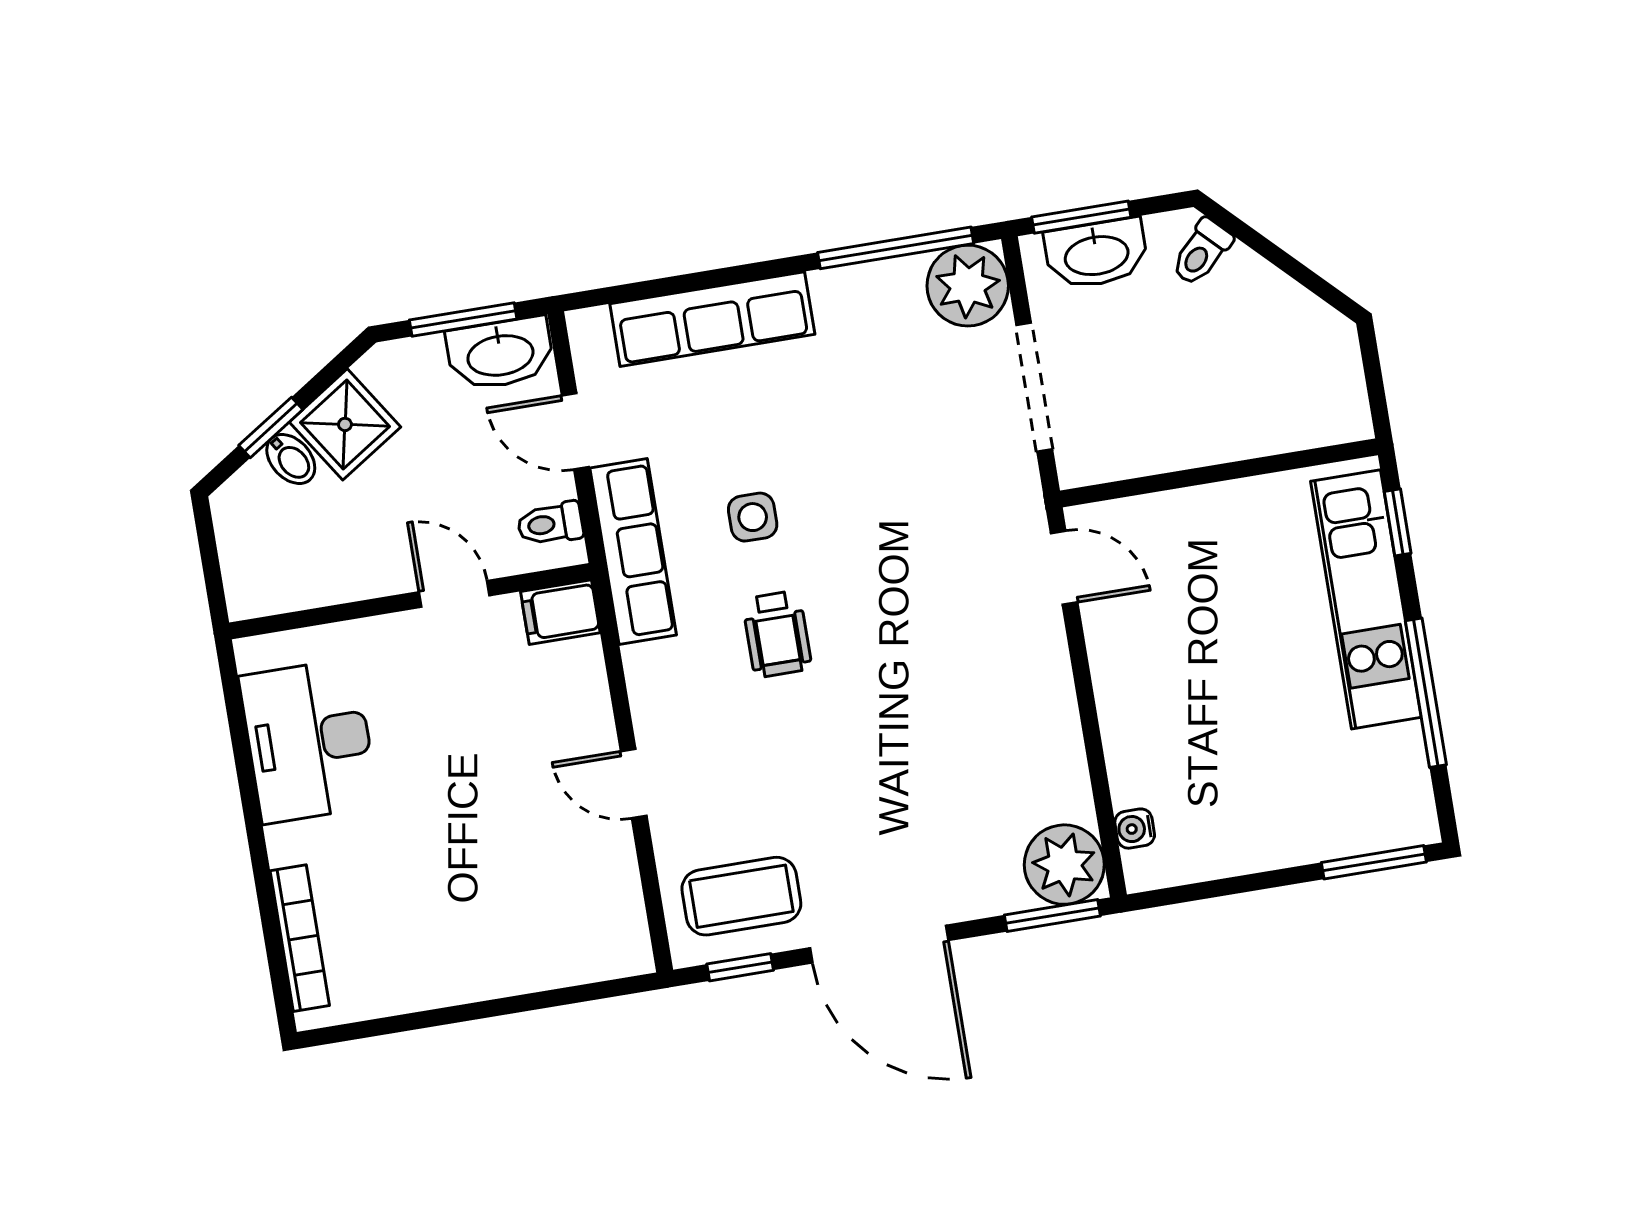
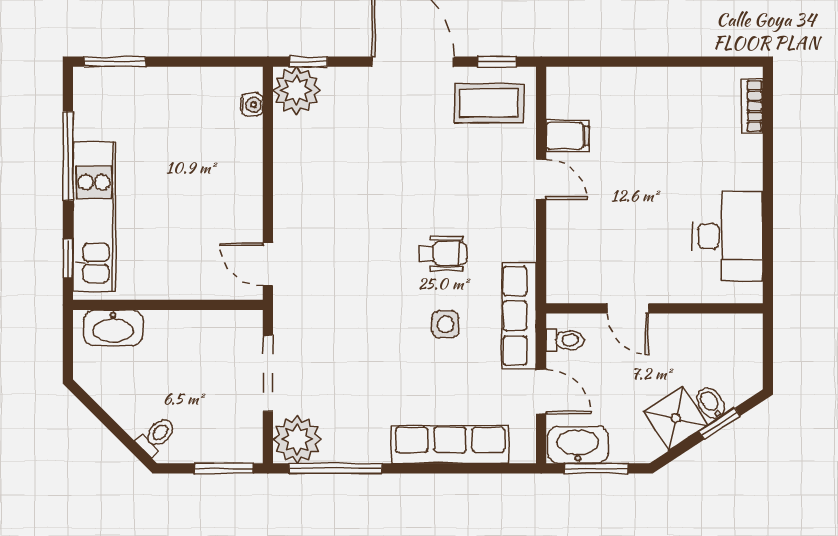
washbasin: (1096, 254) -> (113, 328), moved, turned 180
filing cabinet: (560, 612) -> (568, 136), moved
wheelchair: (777, 634) -> (443, 253), turned 90
window: (1052, 915) -> (309, 62), width x0.67
bookcase: (300, 938) -> (752, 106), width x0.64

